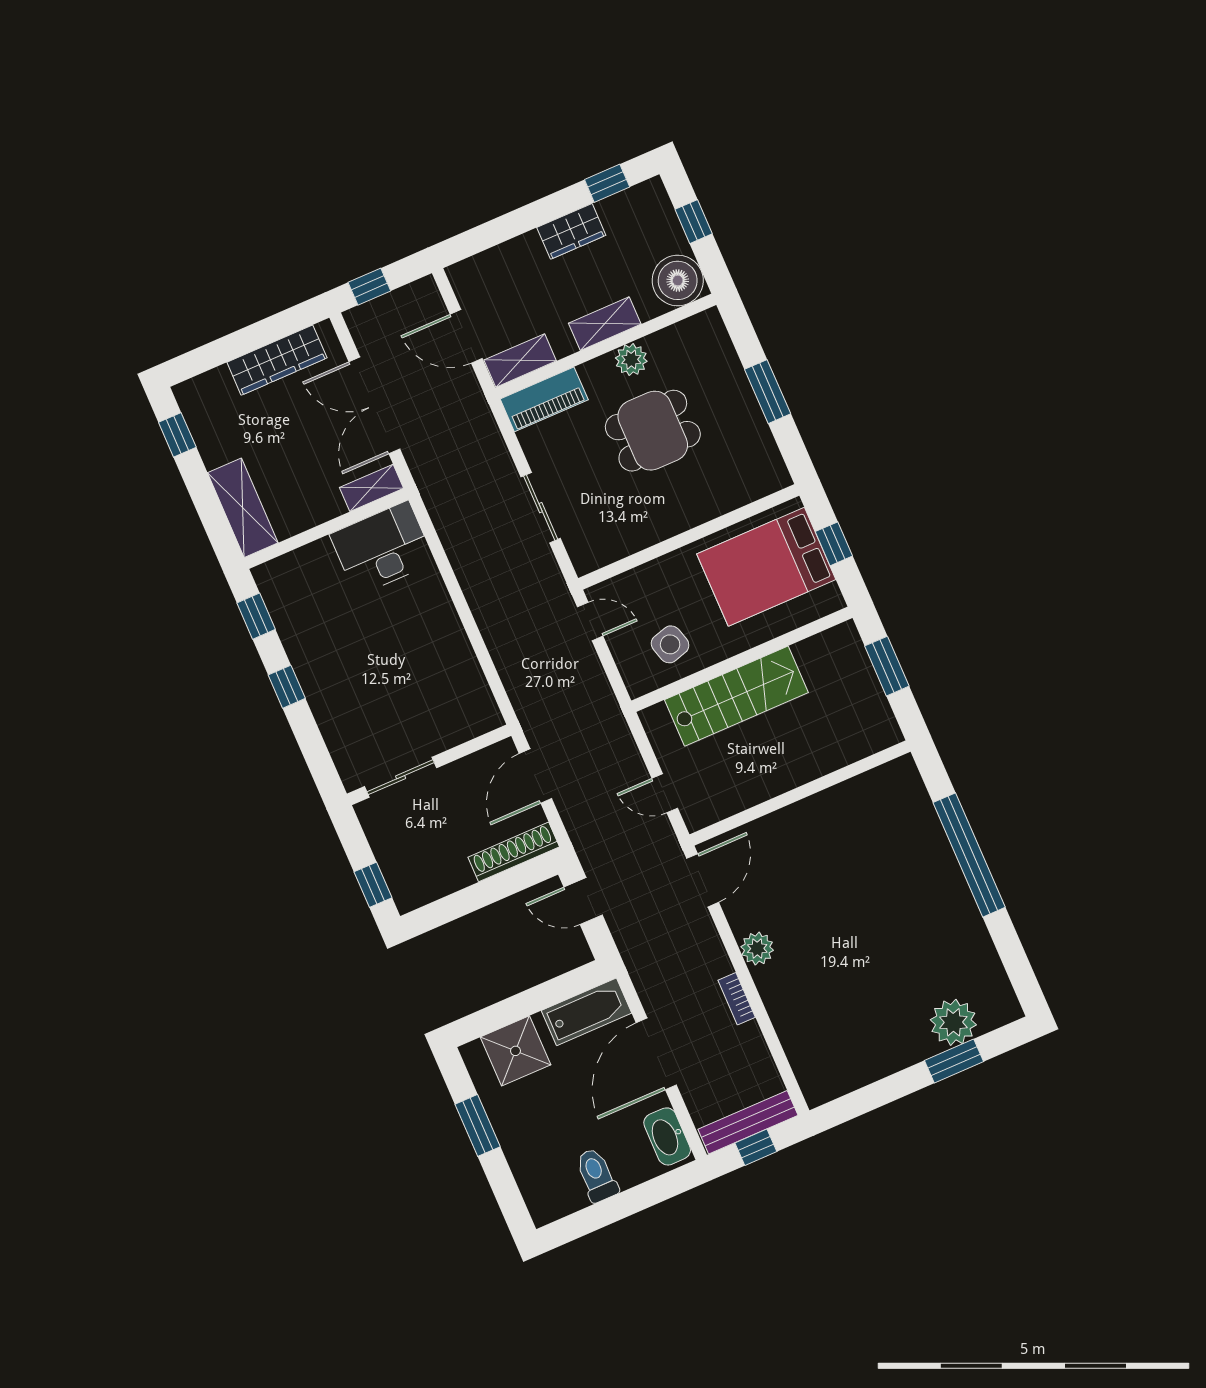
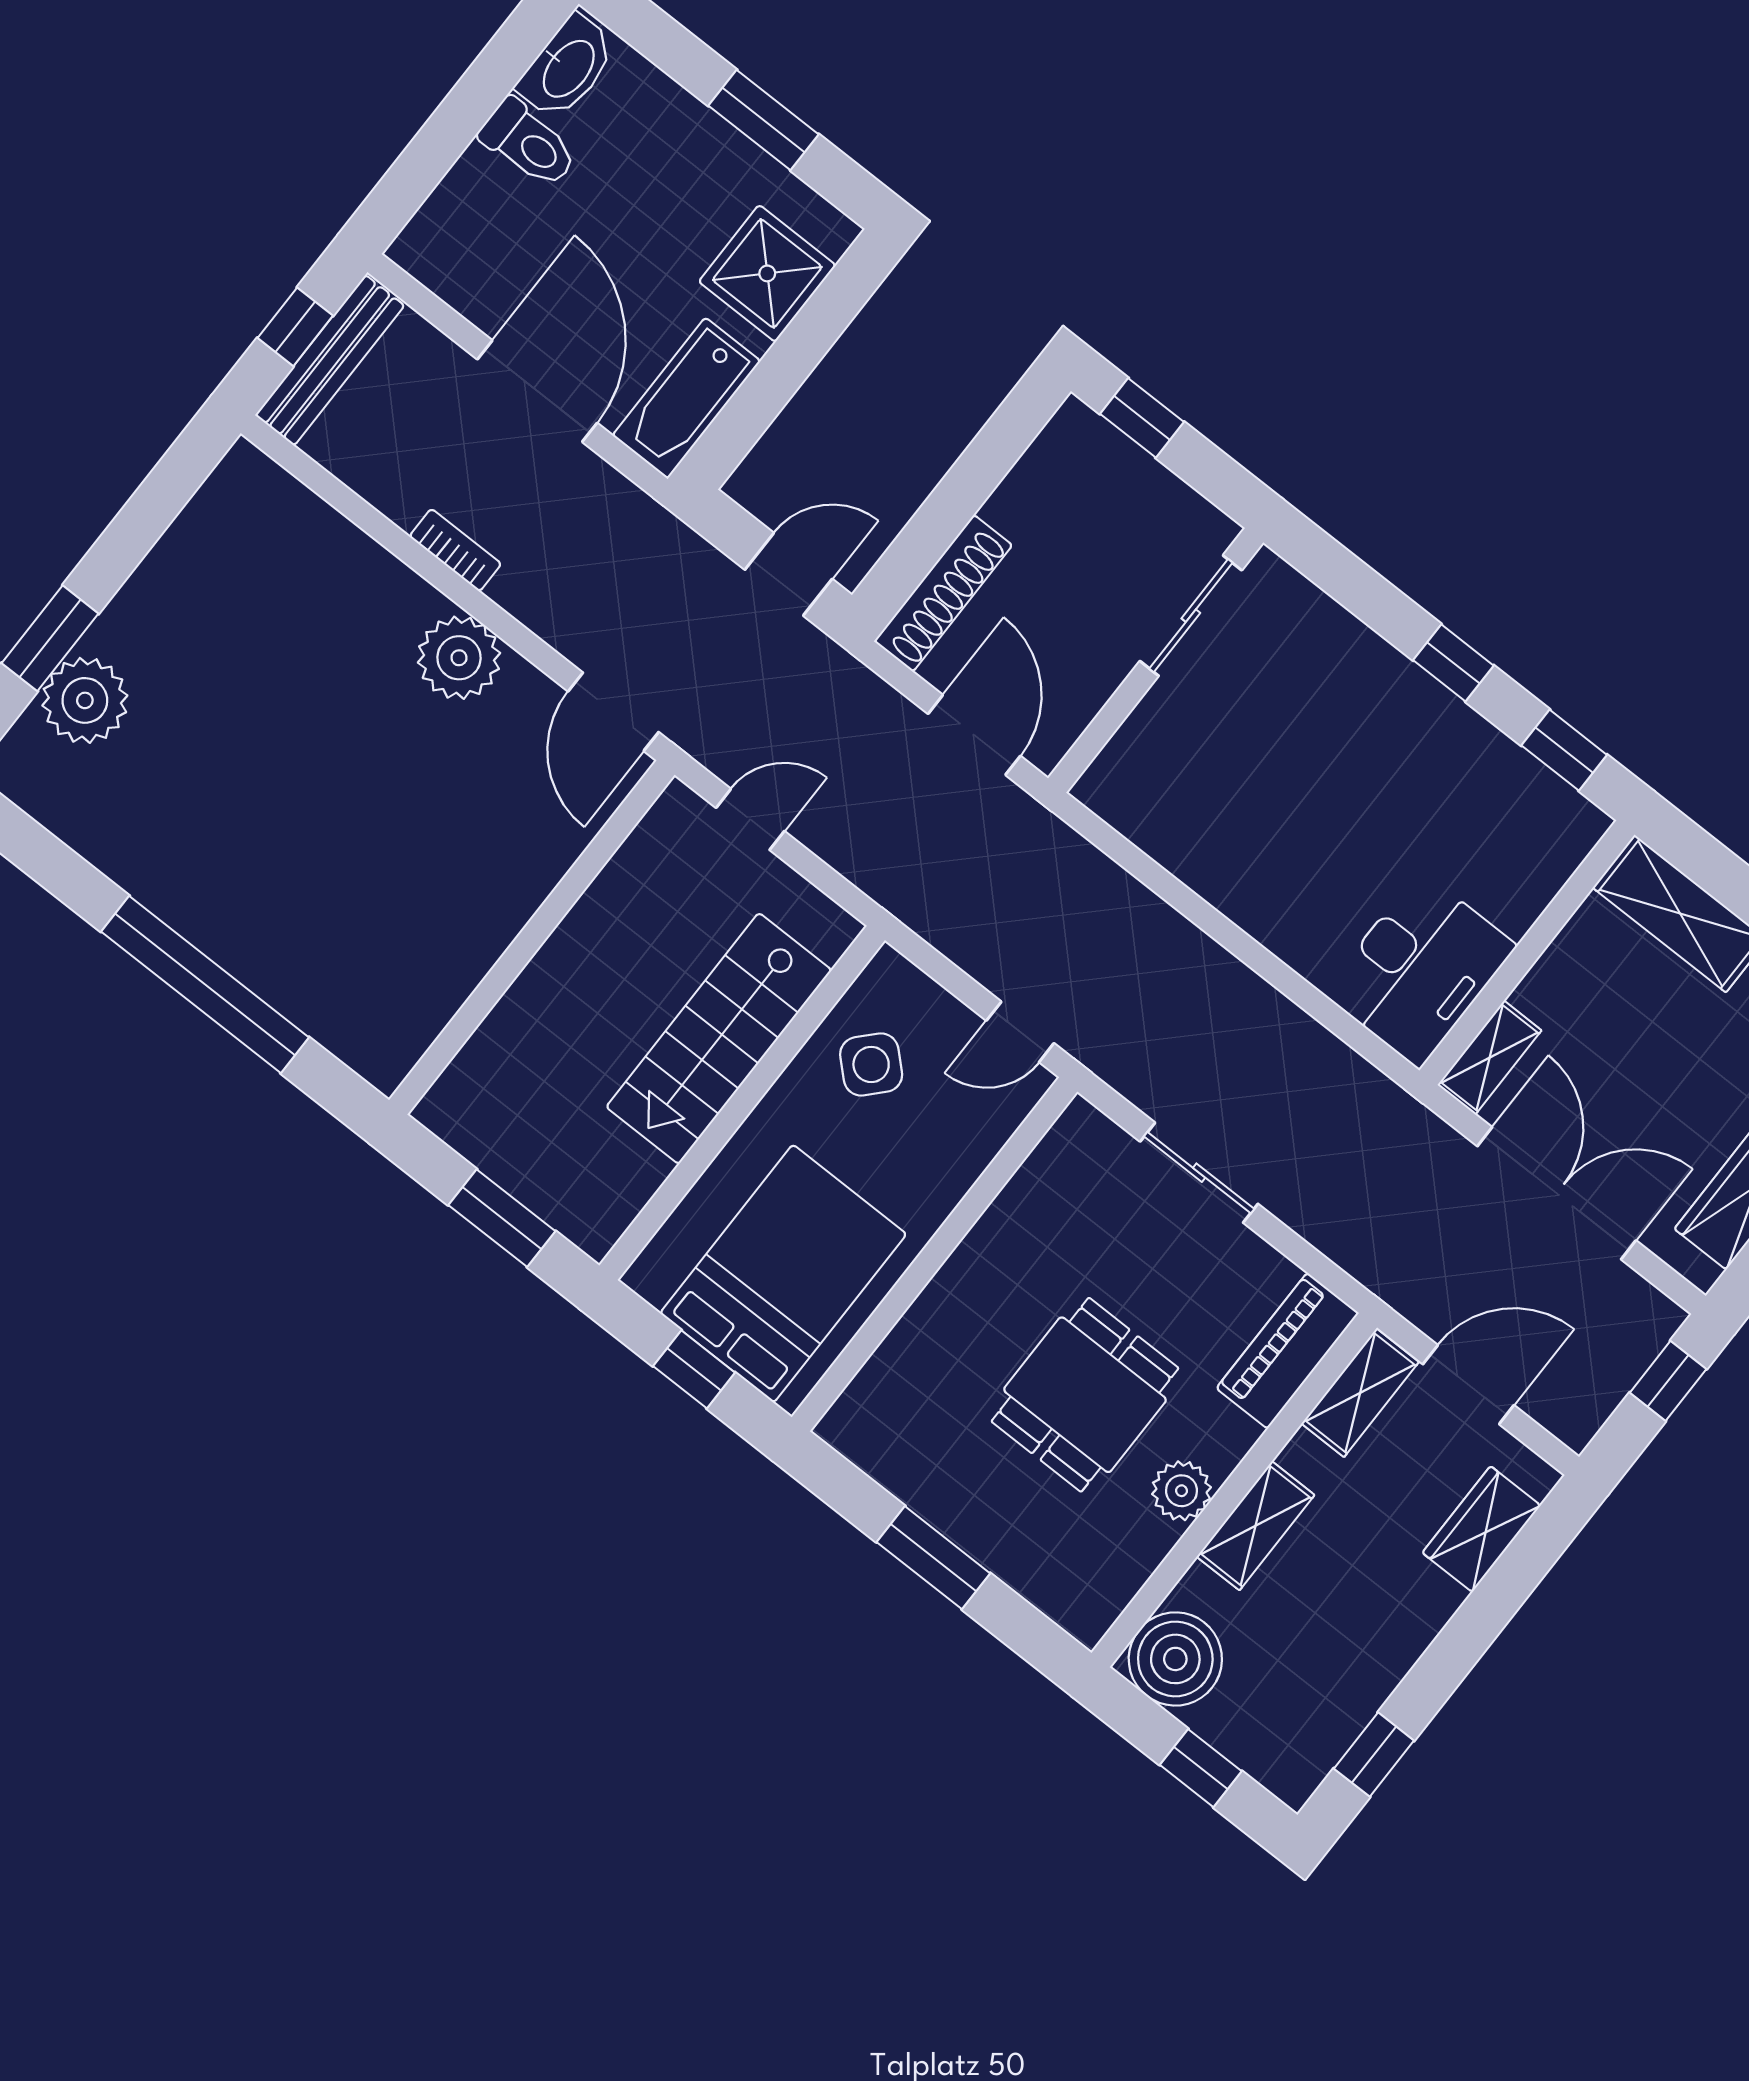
wardrobe: (571, 231) -> (1482, 1529), moved
side table: (670, 644) -> (871, 1064), turned -31
plant: (757, 949) -> (459, 658), width x1.36, depth x1.36
washbasin: (667, 1136) -> (567, 68), moved, turned 90

